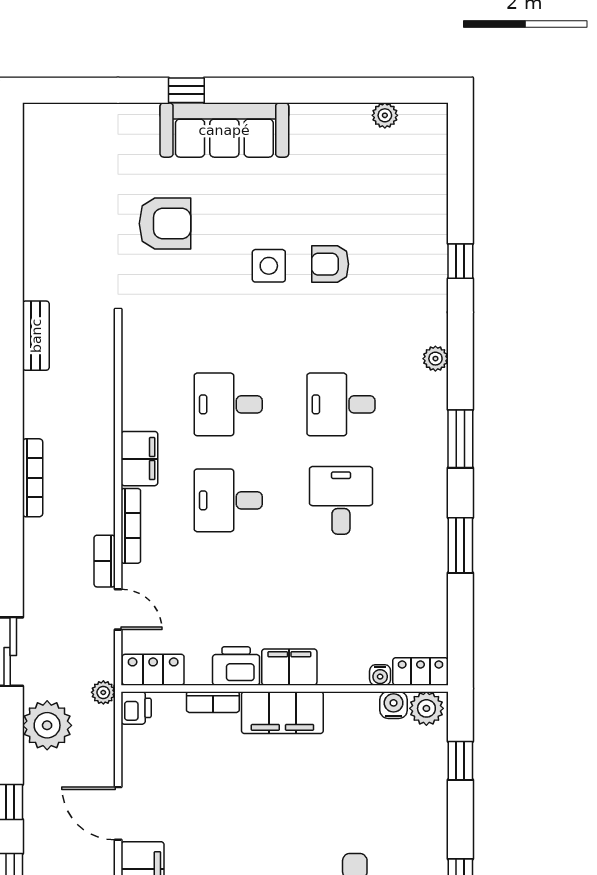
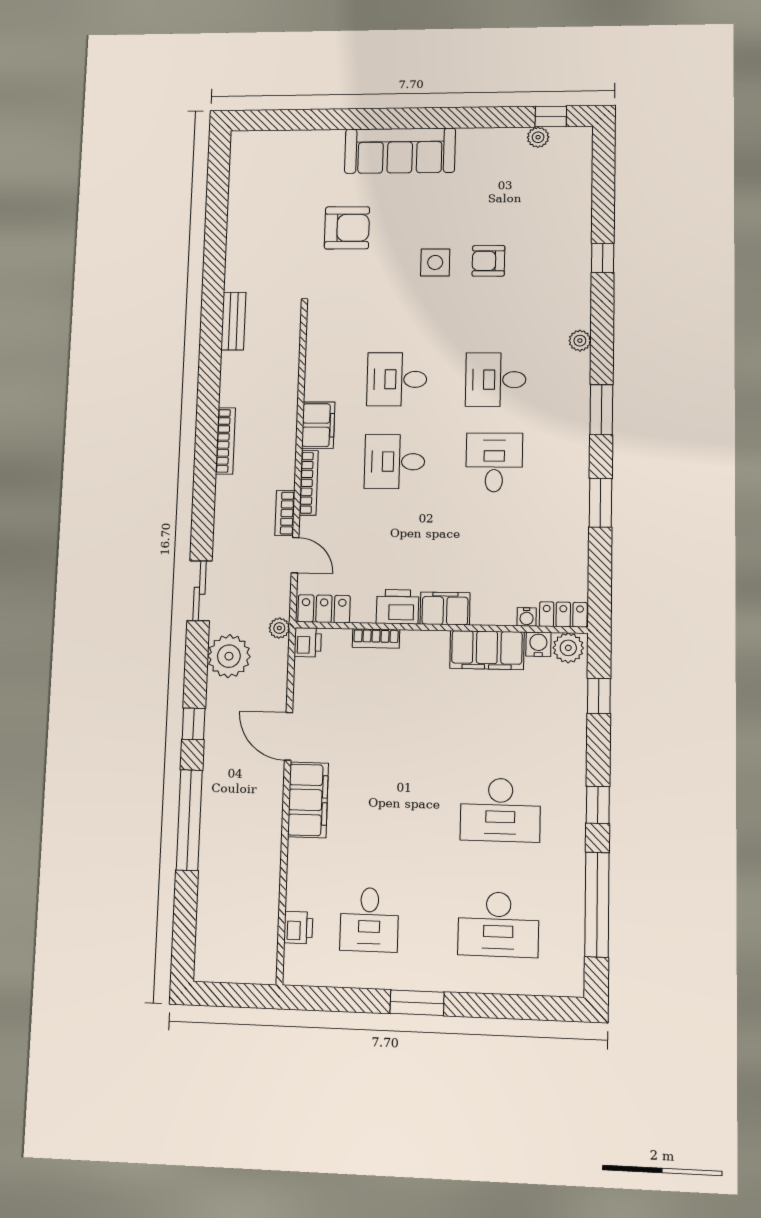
window: (186, 90) -> (551, 117), moved
filing cabinet: (282, 713) -> (487, 650), moved

